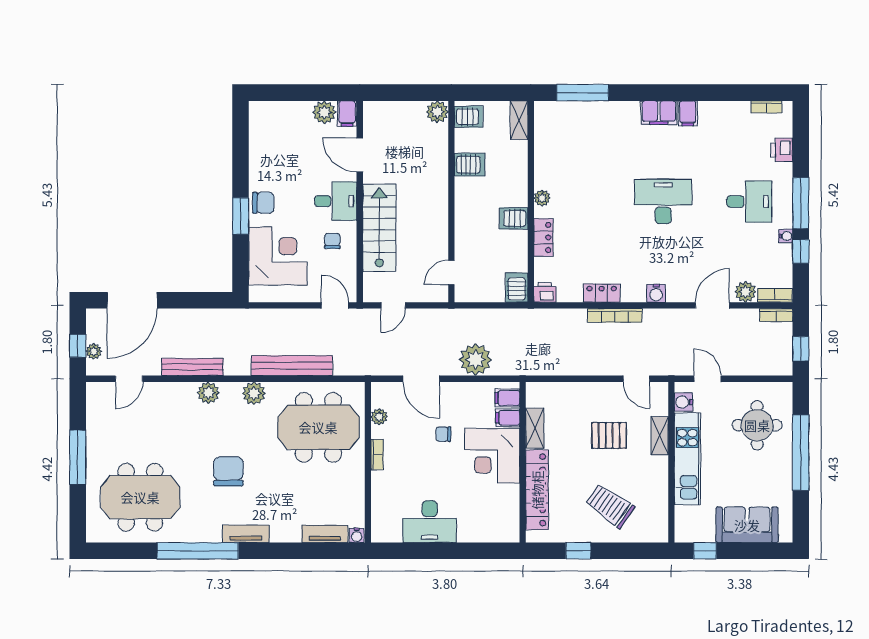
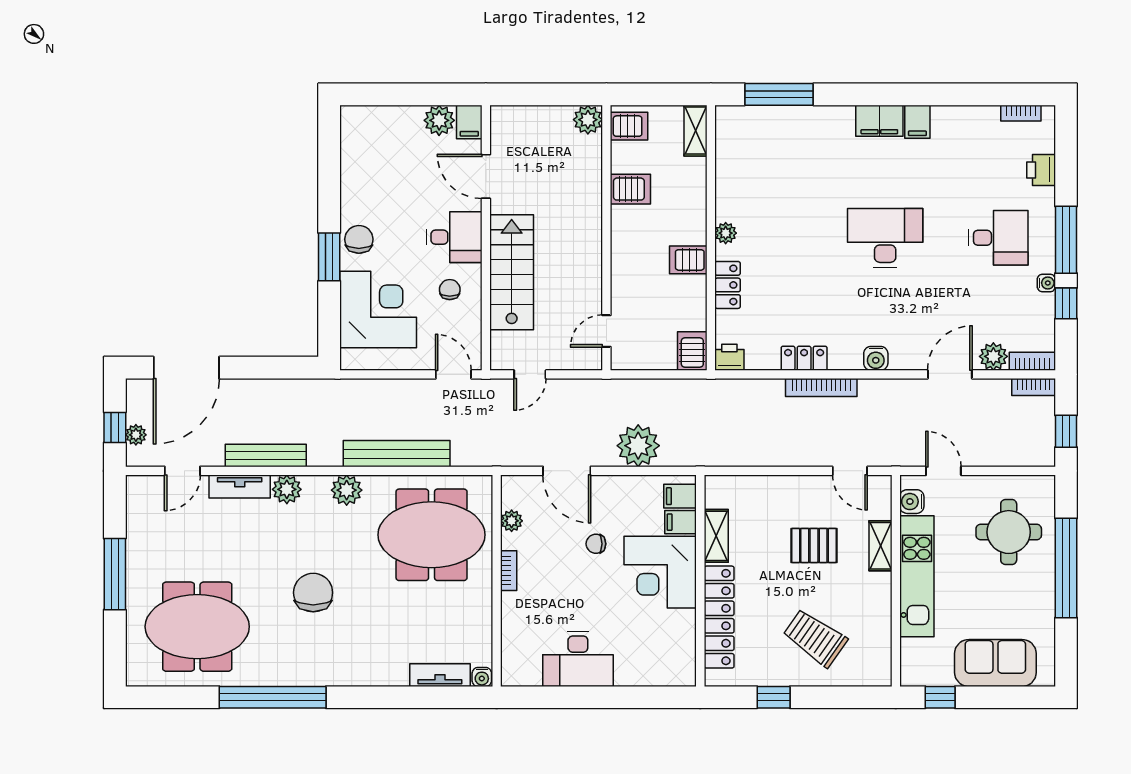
chair: (263, 203) -> (359, 239), turned -90
tv unit: (246, 534) -> (240, 487), moved, turned 180

